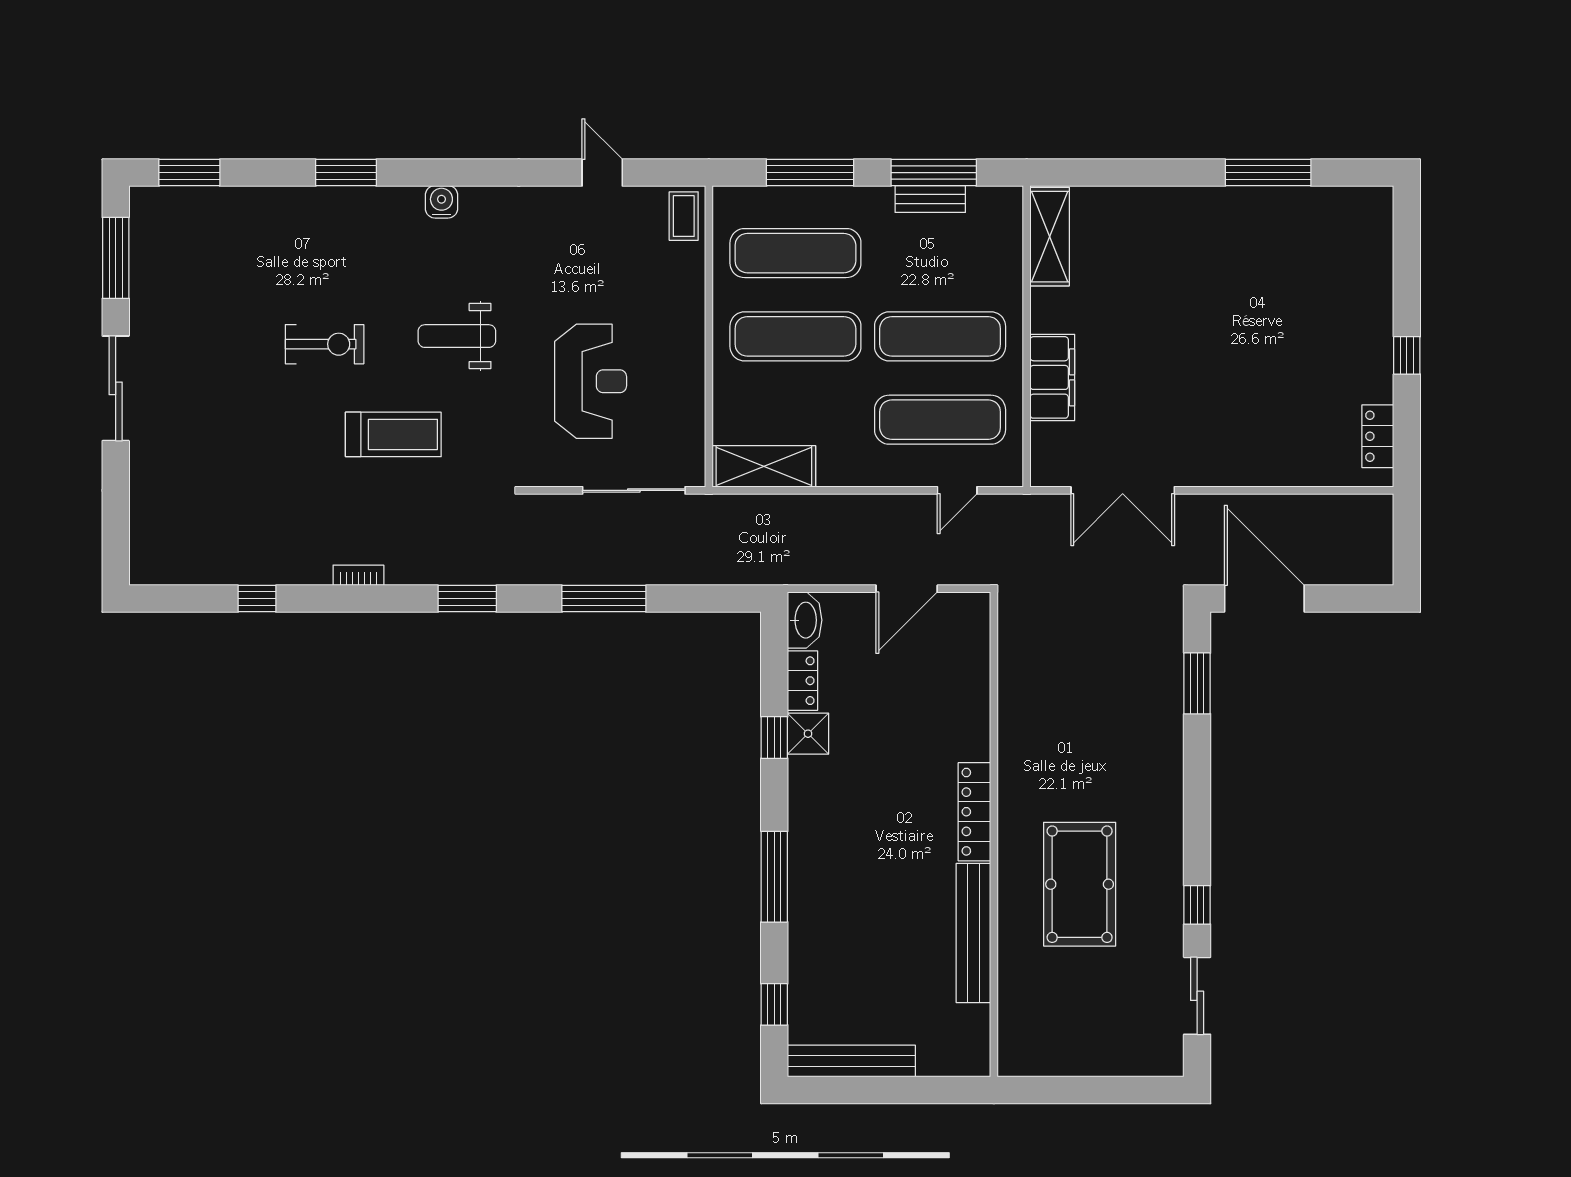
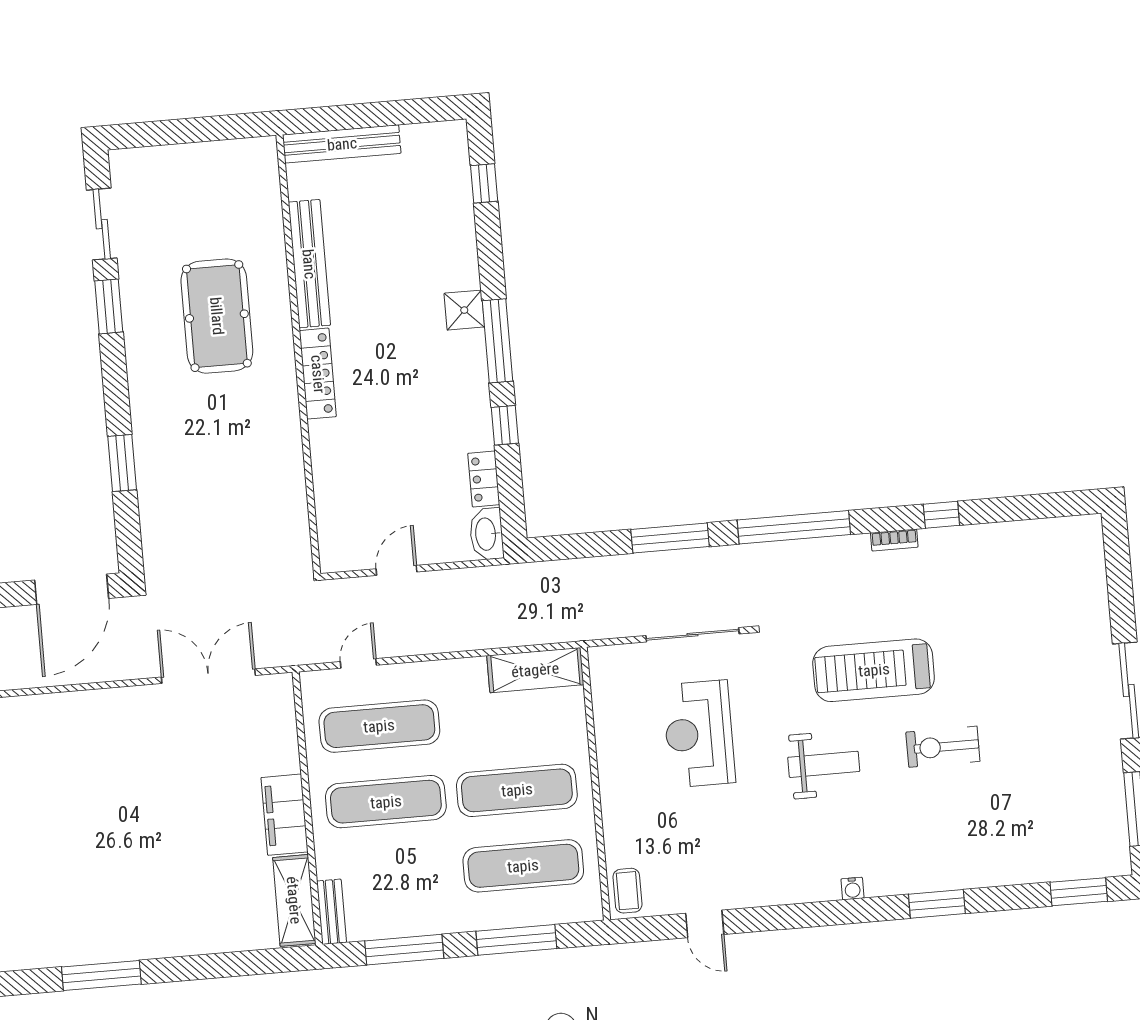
bench: (930, 199) -> (331, 912), moved, turned 90
water cooler: (441, 202) -> (852, 888), width x0.72, depth x0.72
filing cabinet: (1052, 377) -> (285, 815), moved
treadmill: (393, 434) -> (874, 670), width x1.37, depth x1.38
sliding door: (634, 490) -> (693, 635), moved
door: (907, 589) -> (396, 570), width x0.73
window: (257, 599) -> (941, 515), moved
window: (467, 599) -> (794, 527), width x2.11
door: (1264, 599) -> (72, 589), hinge flipped
window: (1197, 683) -> (122, 463), moved
shower: (808, 734) -> (464, 310), moved
window: (774, 877) -> (498, 341), moved
window: (1197, 905) -> (109, 306), width x1.50
bench: (851, 1061) -> (342, 144), moved

